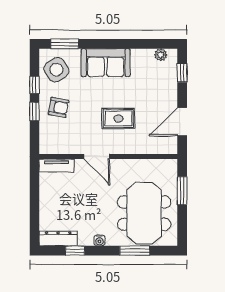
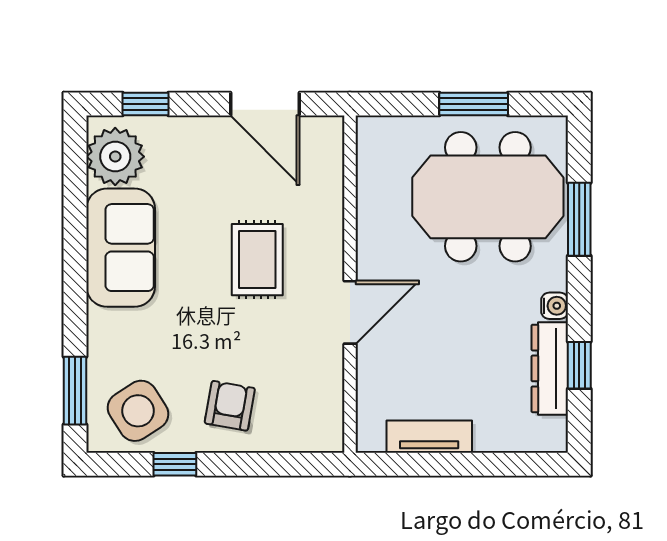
plant: (161, 55) -> (115, 157), width x1.87, depth x1.87
sofa: (106, 63) -> (121, 248), moved
window: (34, 111) -> (240, 464), removed
tv unit: (57, 166) -> (429, 437), moved, turned -90
window: (182, 191) -> (474, 104), moved
dresser: (58, 239) -> (550, 368), moved

